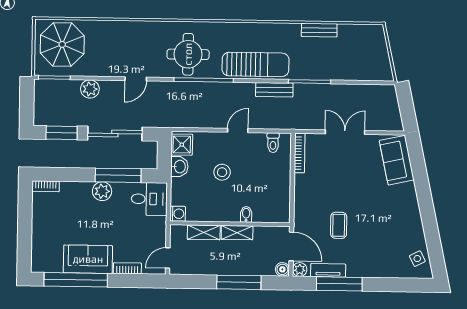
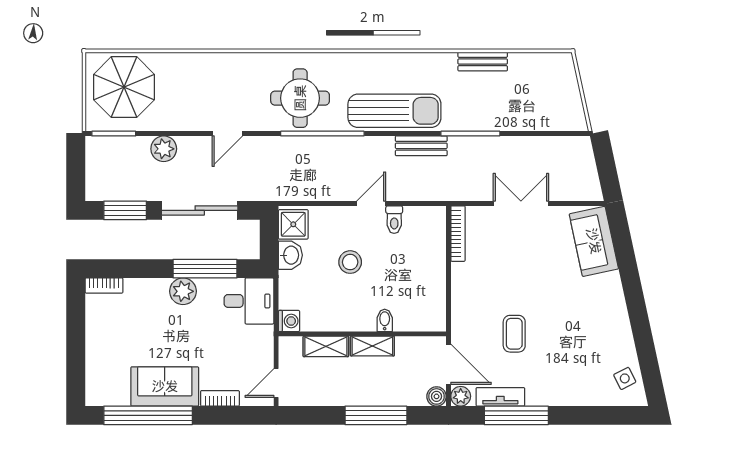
toilet: (273, 143) -> (394, 220), moved

